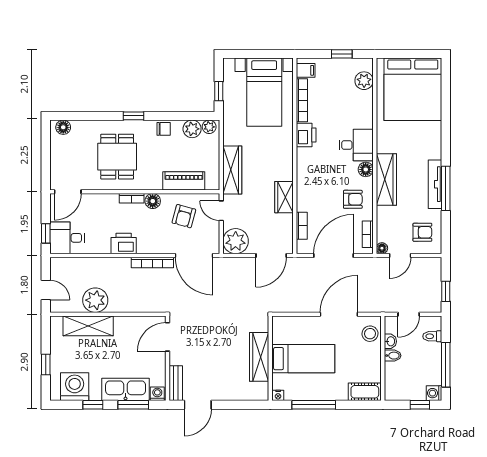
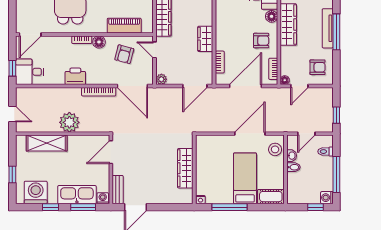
plant: (236, 241) -> (161, 79), width x0.53, depth x0.53
plant: (95, 300) -> (69, 122), moved
bed: (303, 359) -> (245, 178), moved, turned -90

